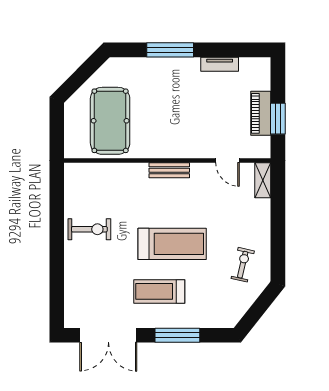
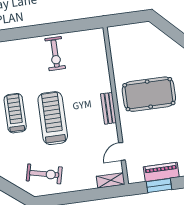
pool table: (110, 121) -> (149, 94), moved
treadmill: (172, 244) -> (53, 118), turned 180
exercise bike: (243, 265) -> (44, 174), width x1.38, depth x1.39

